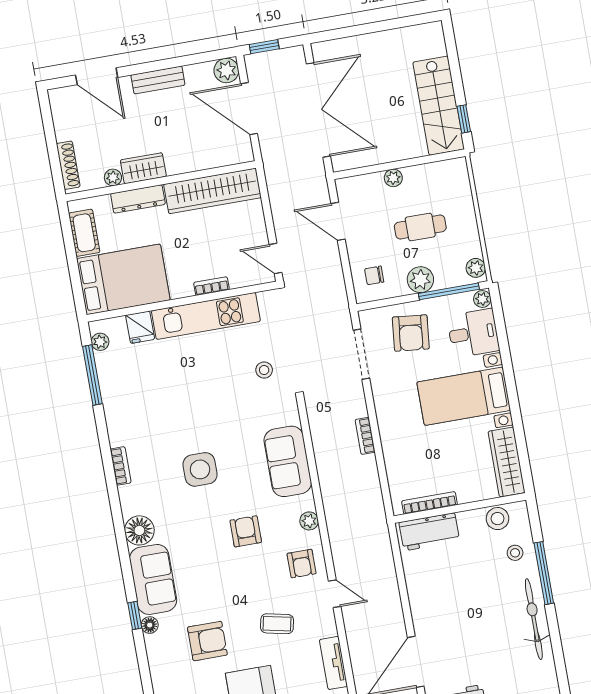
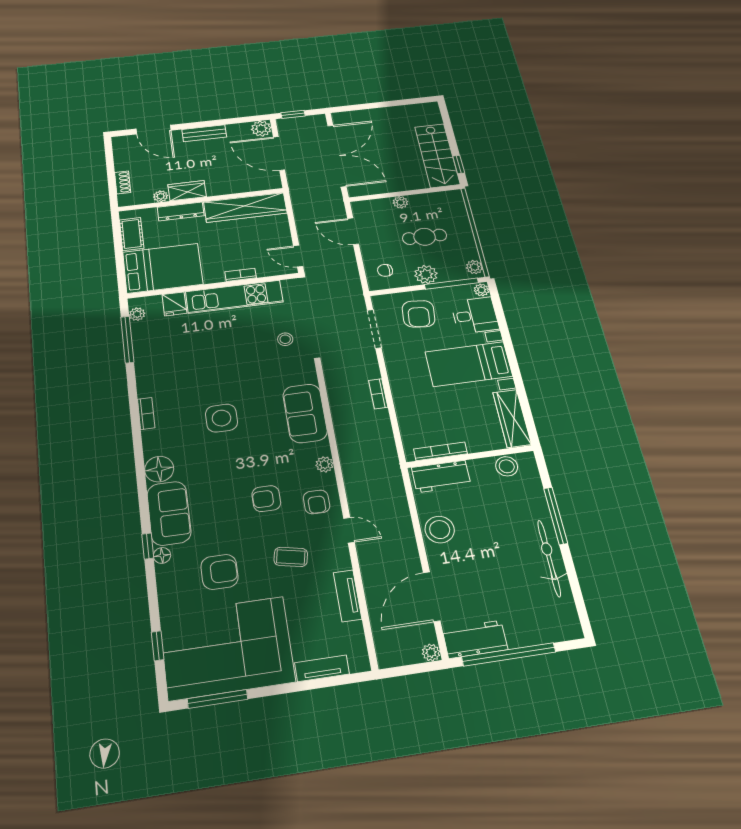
shoe rack: (68, 165) -> (123, 182), width x0.70
armchair: (246, 531) -> (266, 499), moved, turned -90
stool: (515, 553) -> (440, 530), moved, width x1.89, depth x1.89

